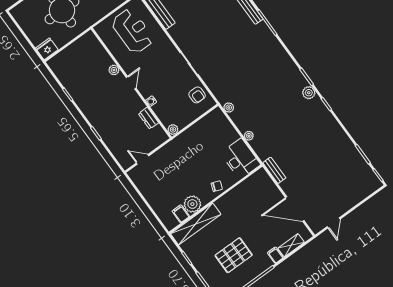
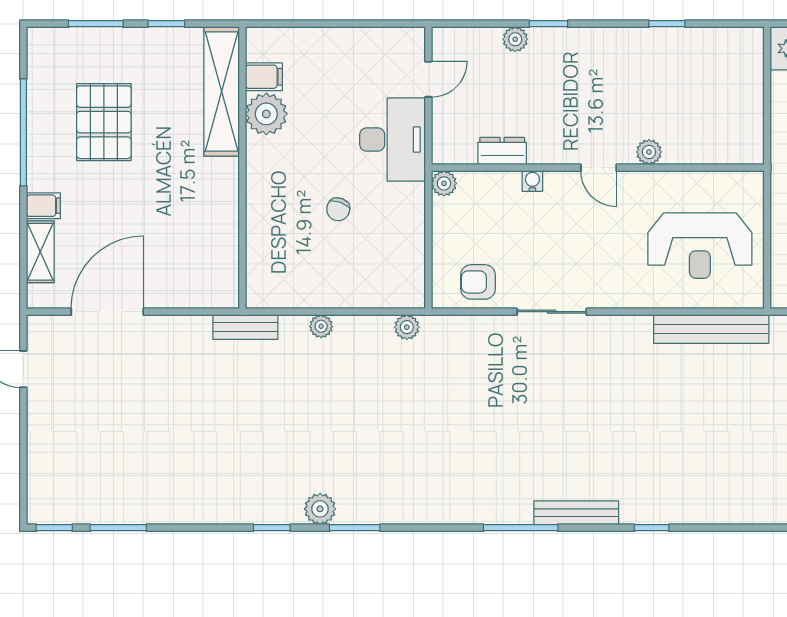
plant: (109, 140) -> (515, 39), added
desk: (240, 159) -> (392, 140), moved, turned -90
bench: (274, 170) -> (245, 327), moved
chair: (217, 186) -> (338, 209), moved

